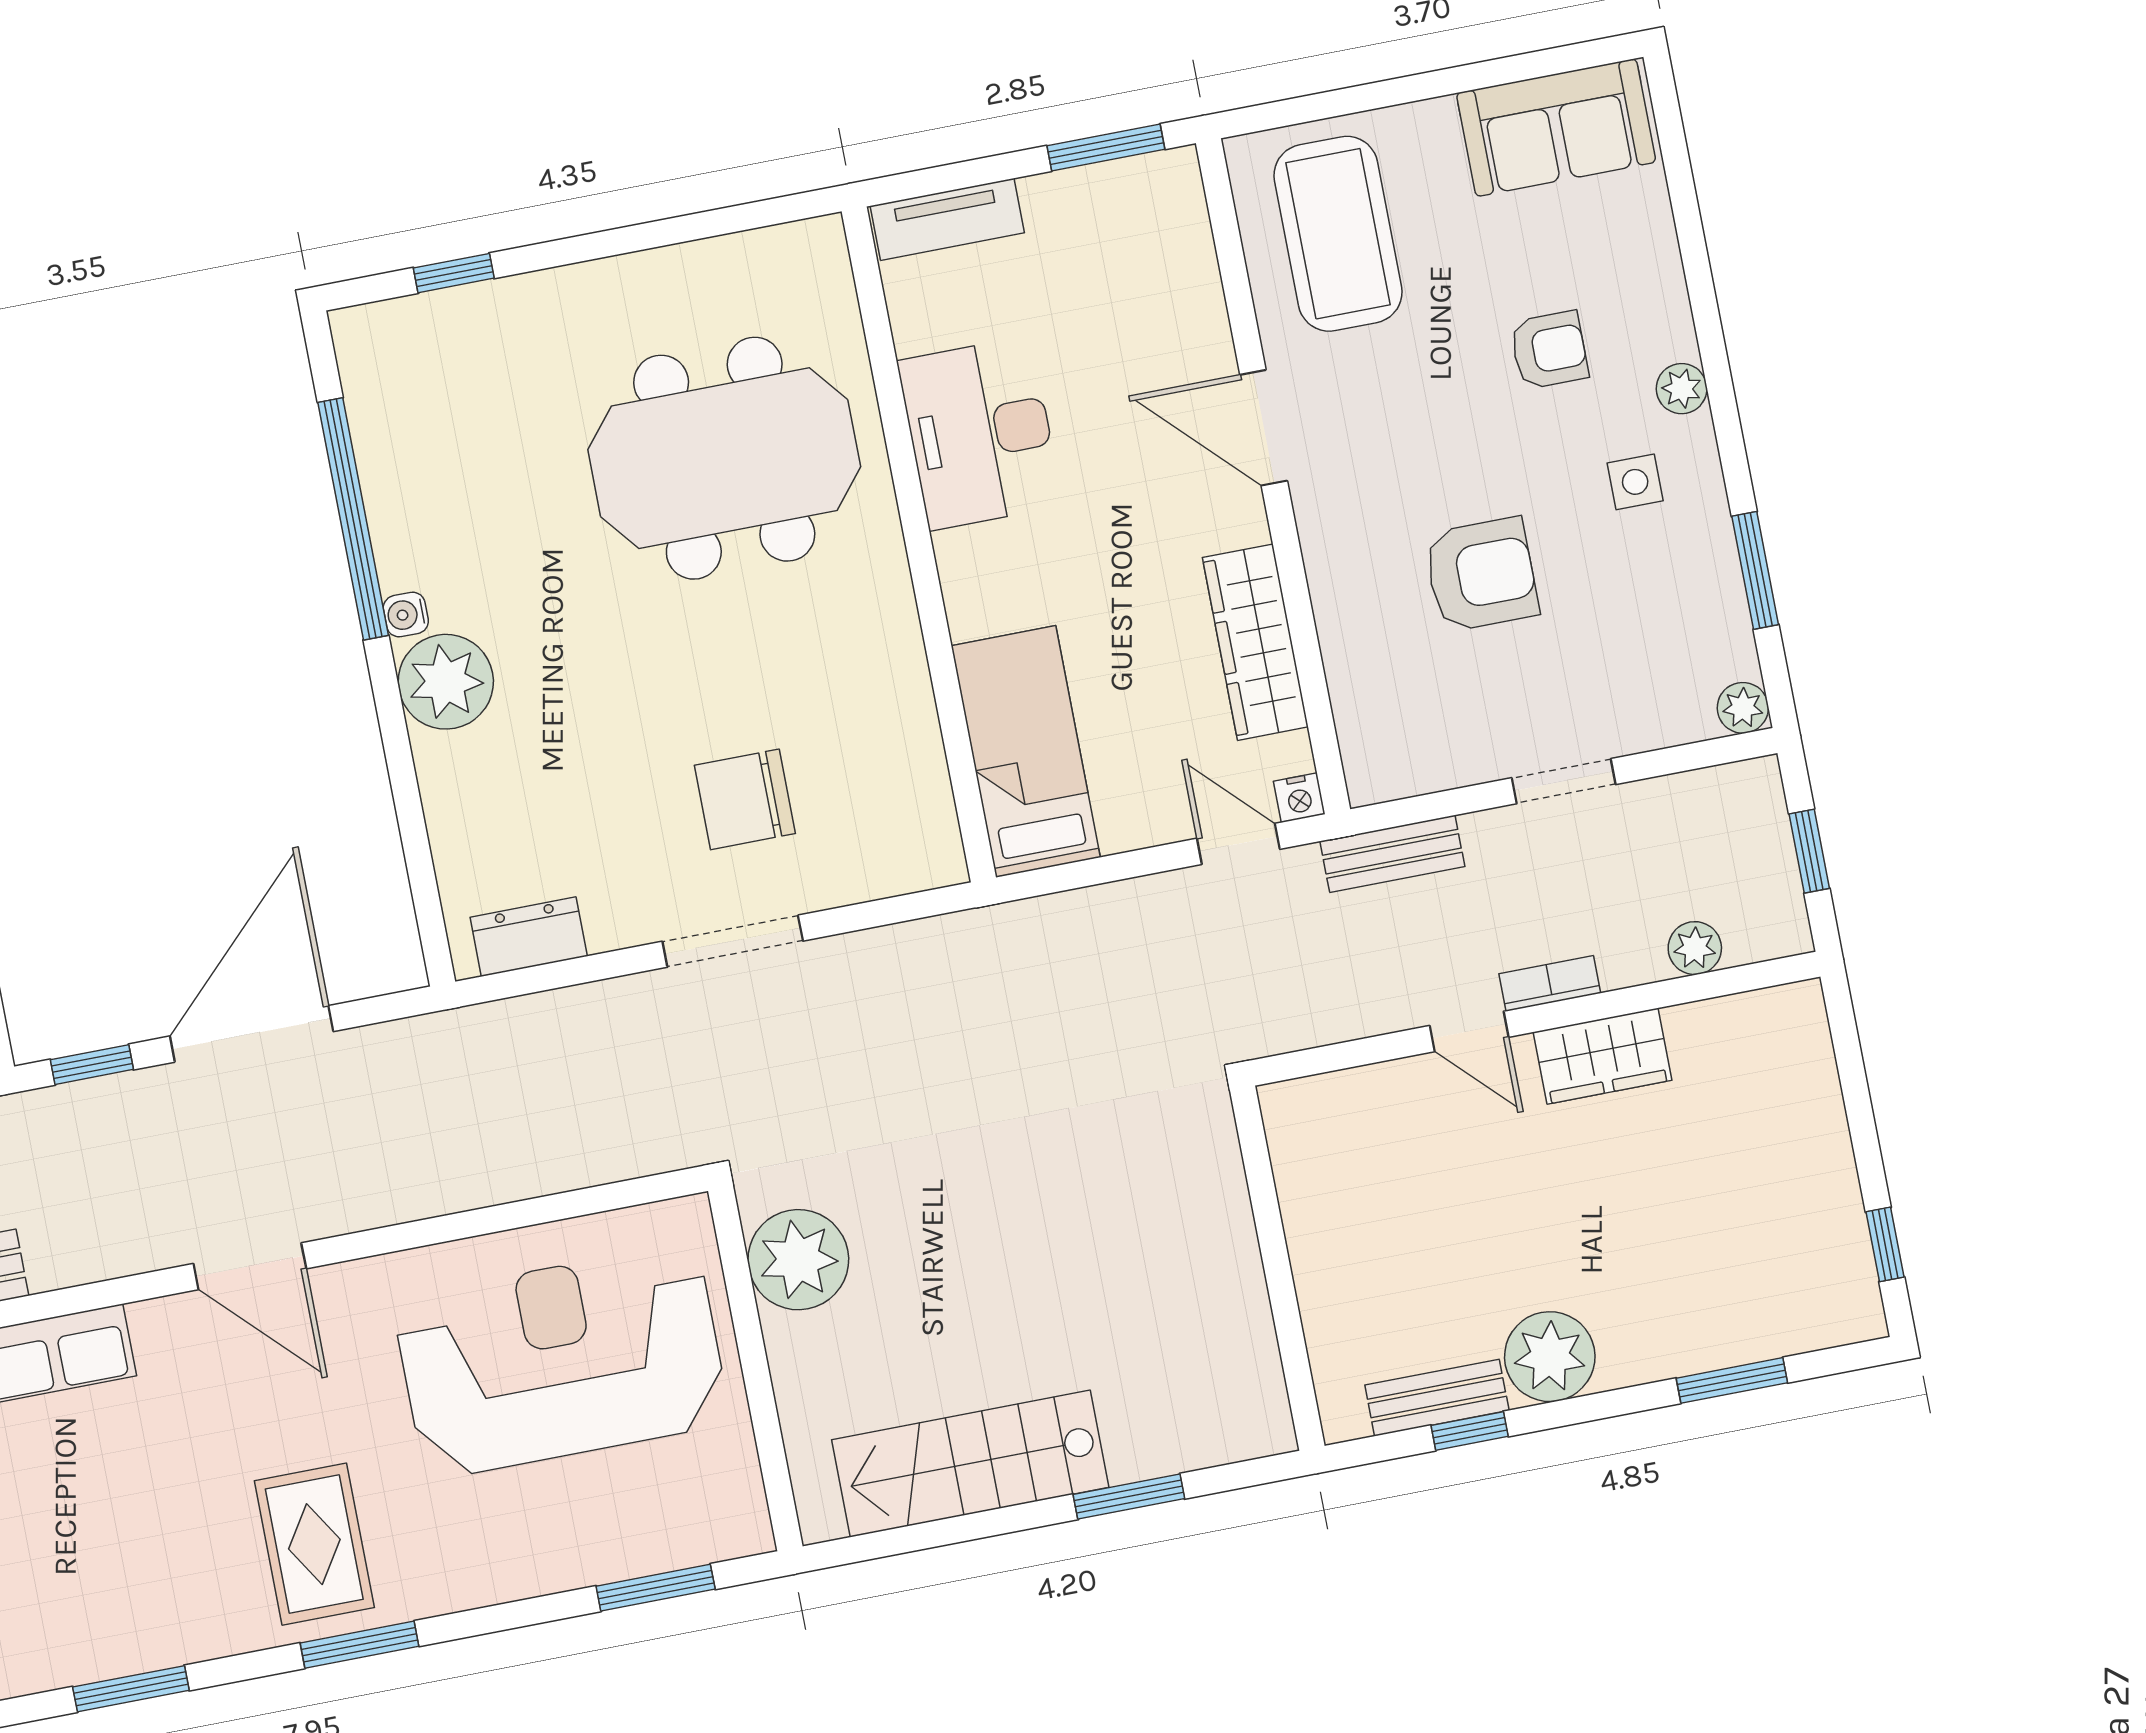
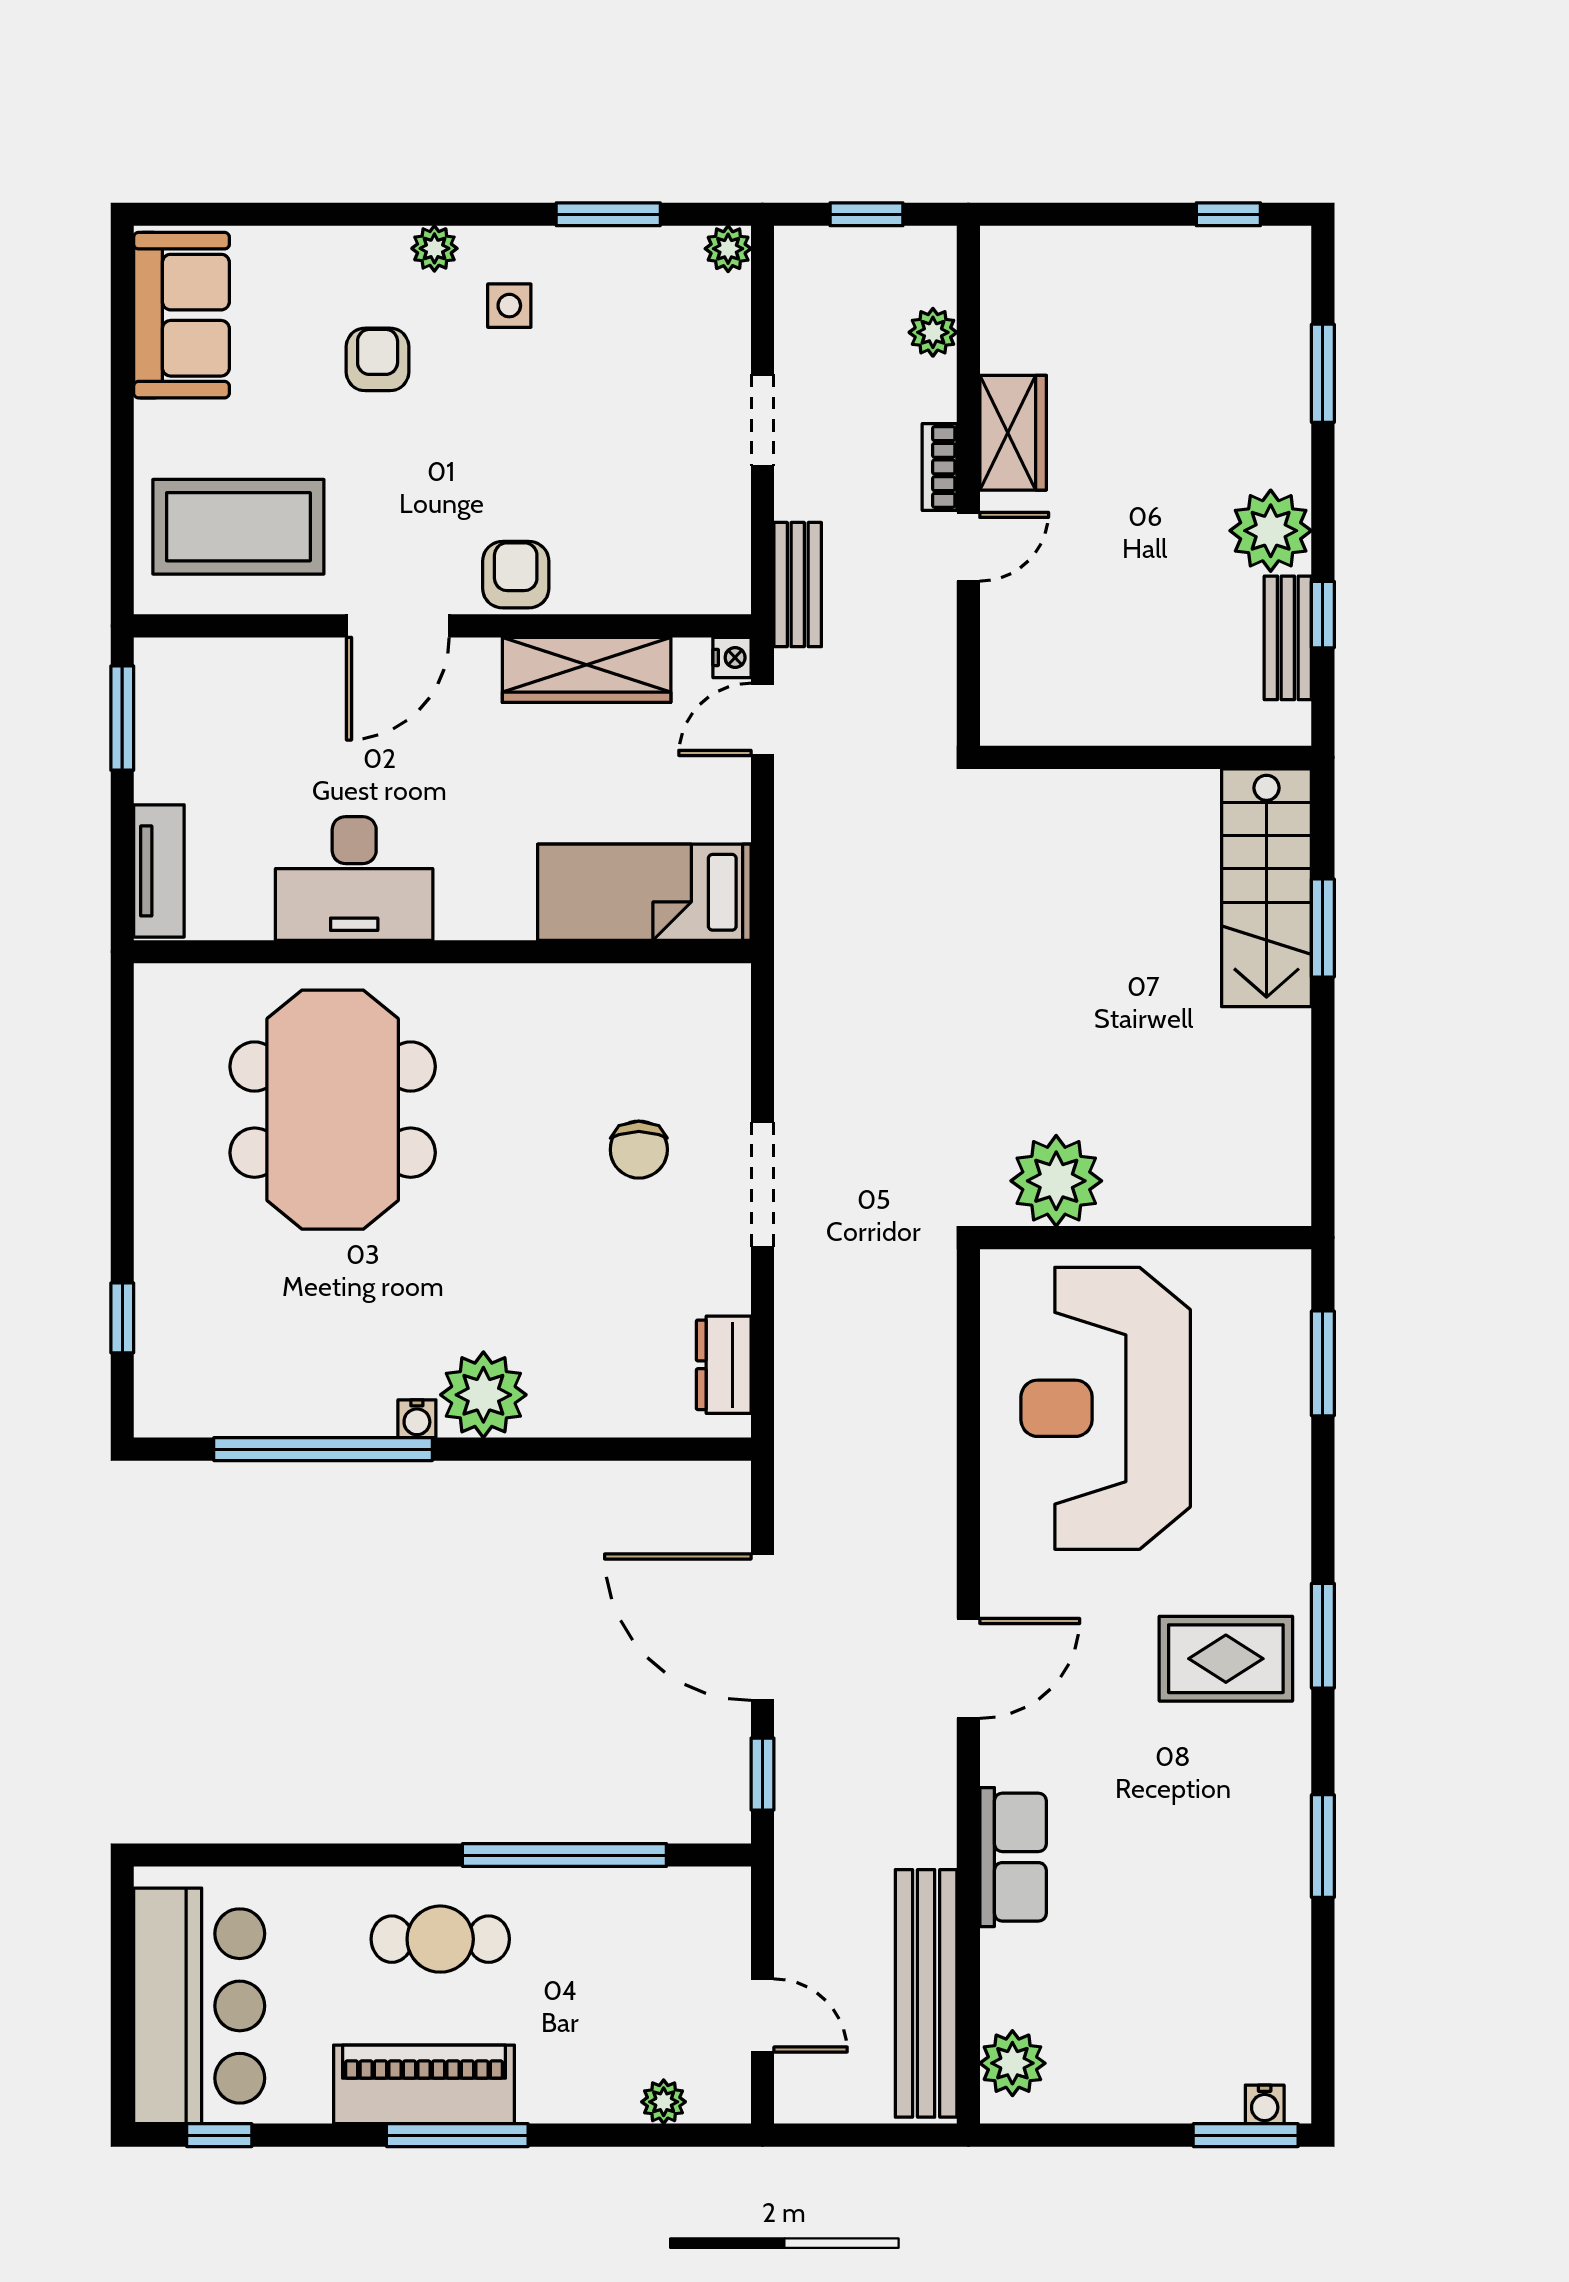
armchair: (1481, 575) -> (516, 575), moved, width x0.72, depth x0.72
chair: (745, 799) -> (639, 1150), width x0.73, depth x0.73
stairs: (970, 1464) -> (1267, 888), moved

